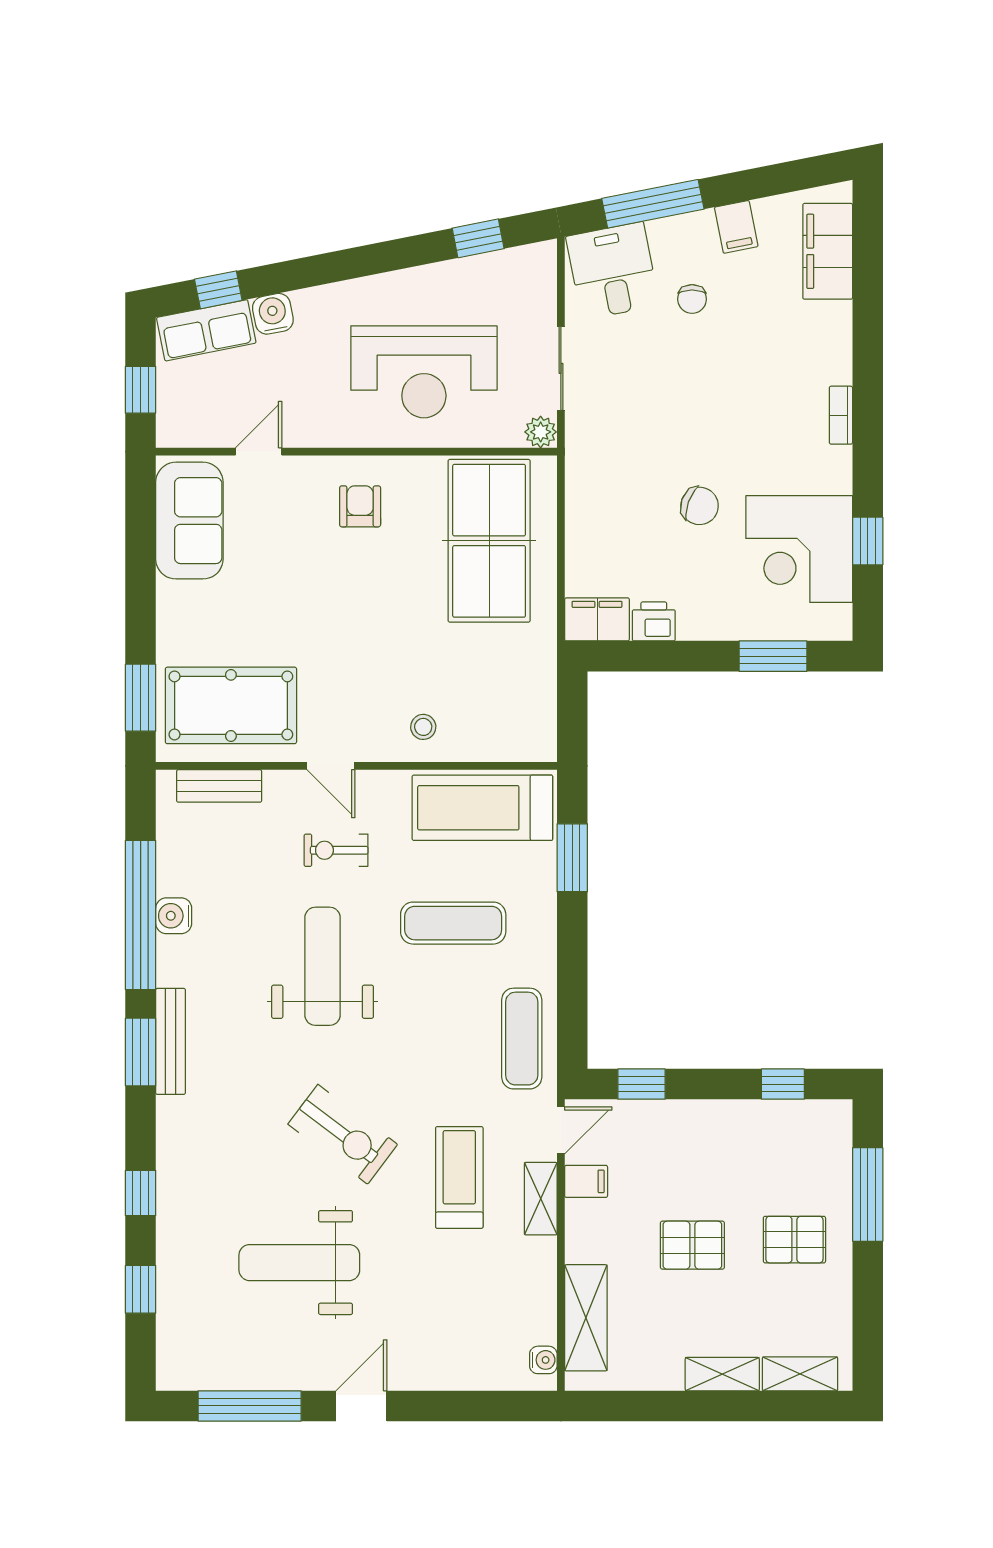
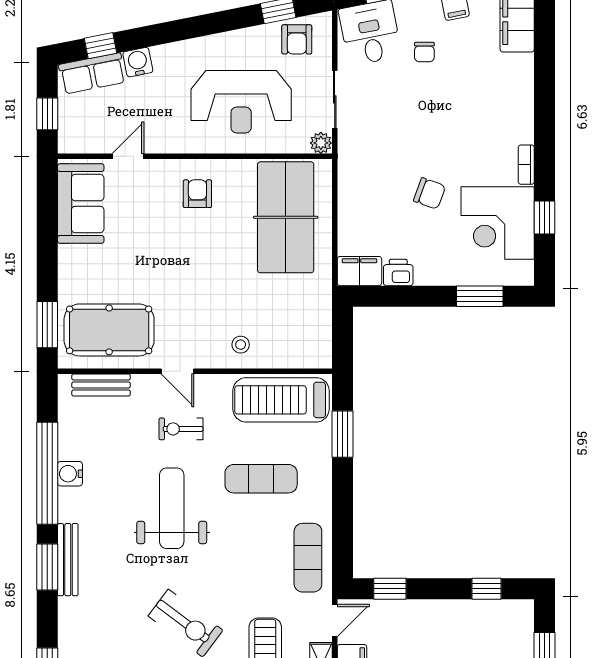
armchair: (505, 281) -> (297, 39), added
bookcase: (841, 415) -> (526, 165), moved

